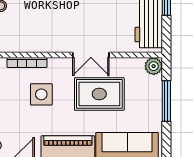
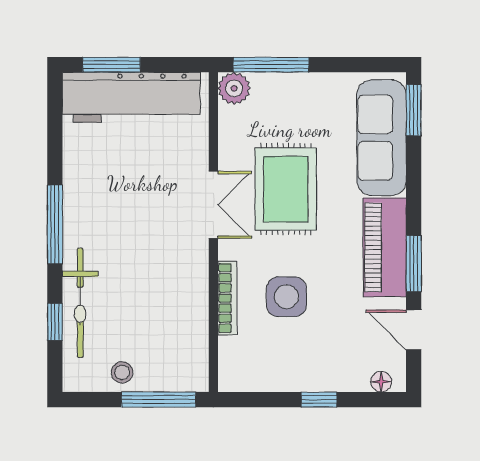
bookcase: (27, 62) -> (227, 298), moved
window: (166, 101) -> (271, 65), moved

